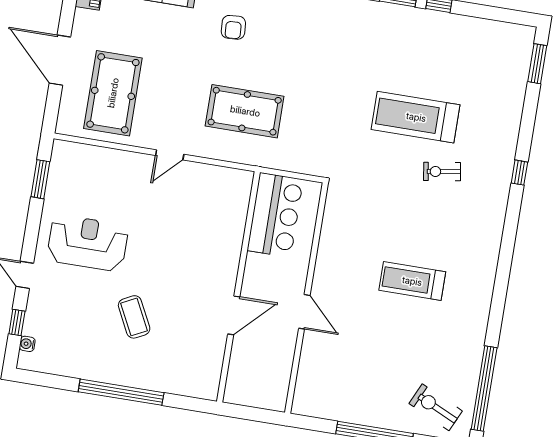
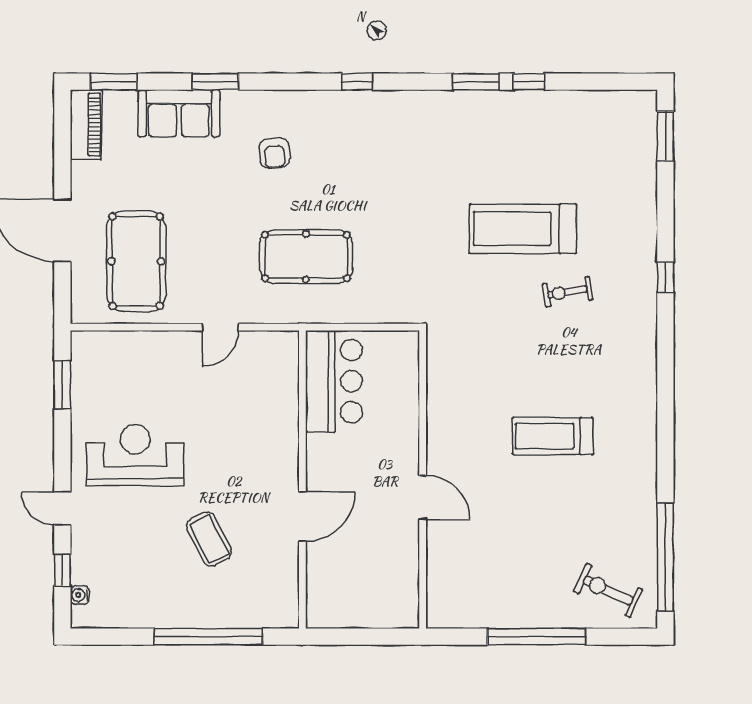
bar counter: (275, 215) -> (334, 381), moved
wall: (238, 287) -> (302, 479), moved
door: (234, 315) -> (302, 517), moved

